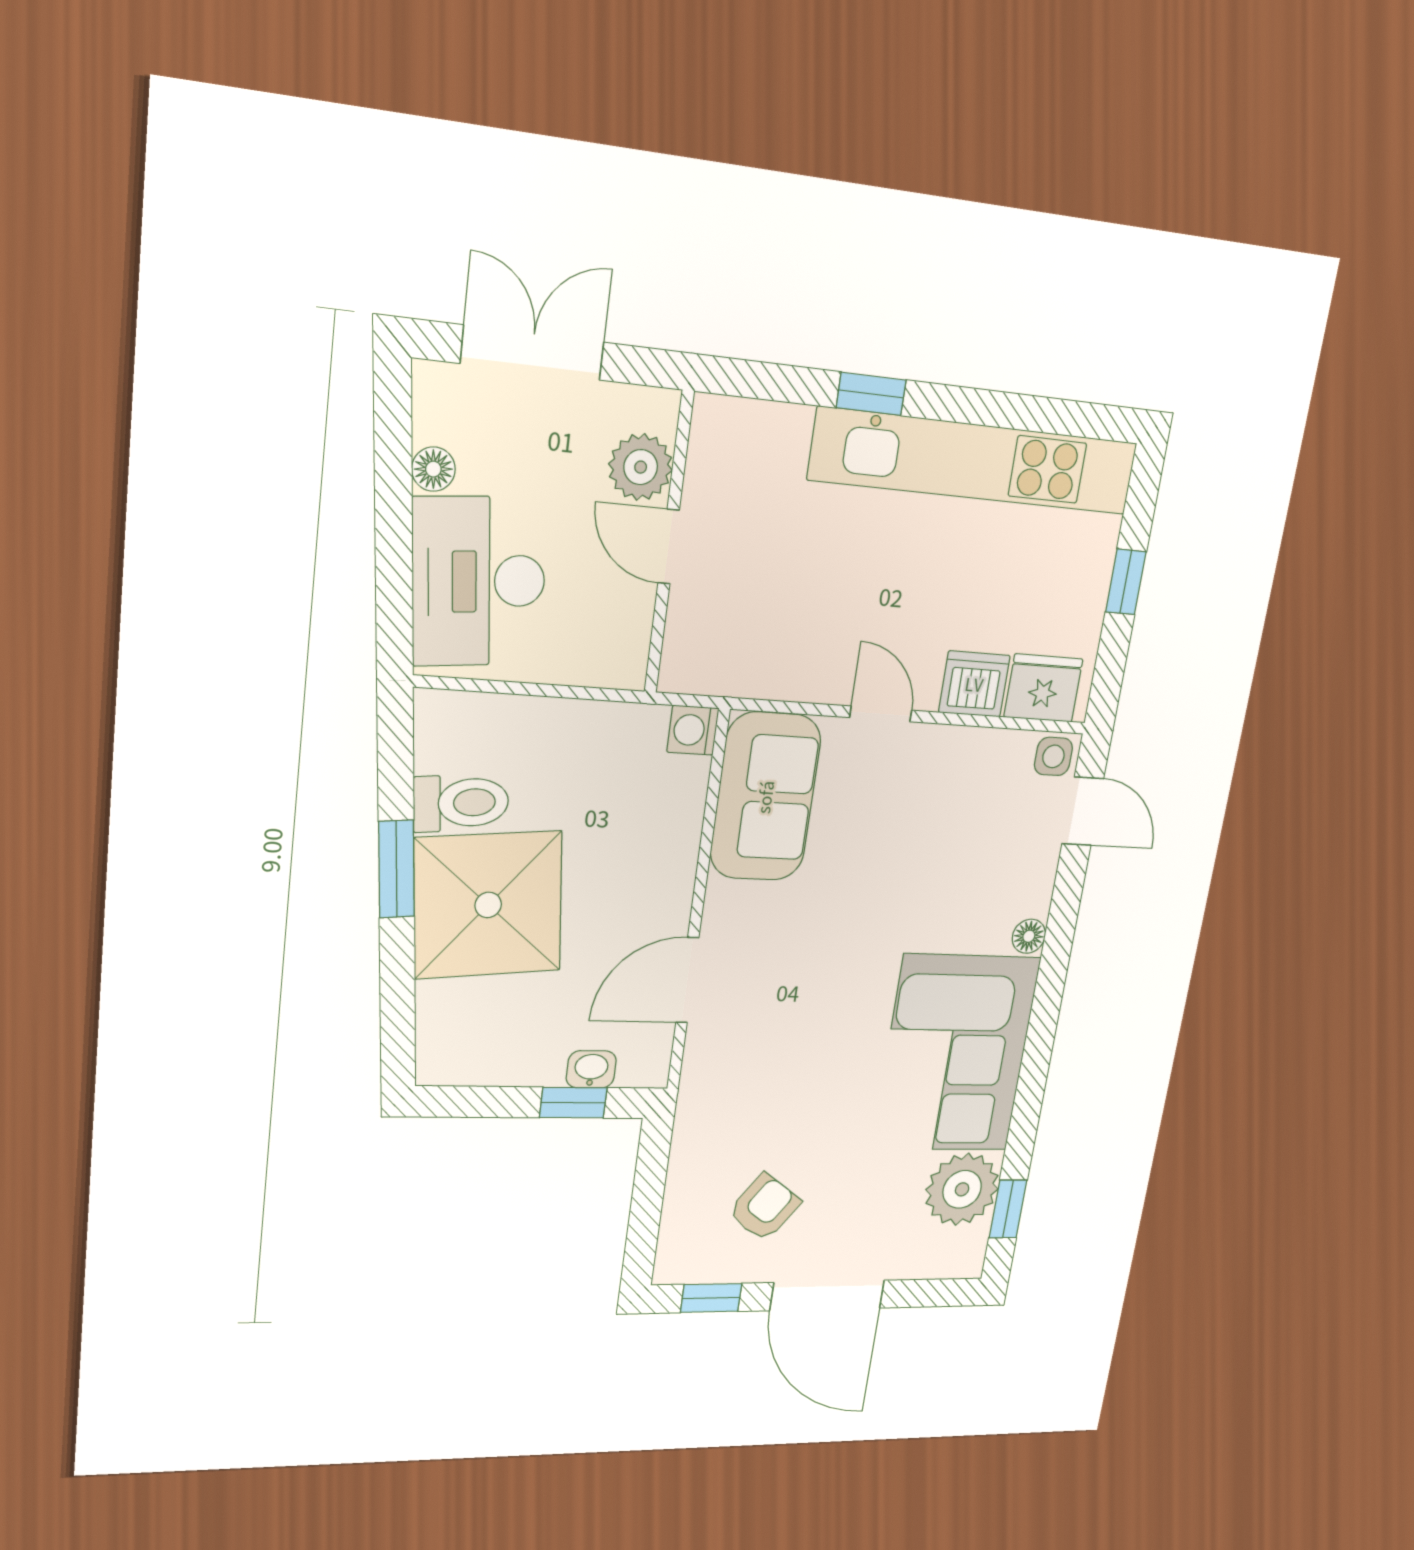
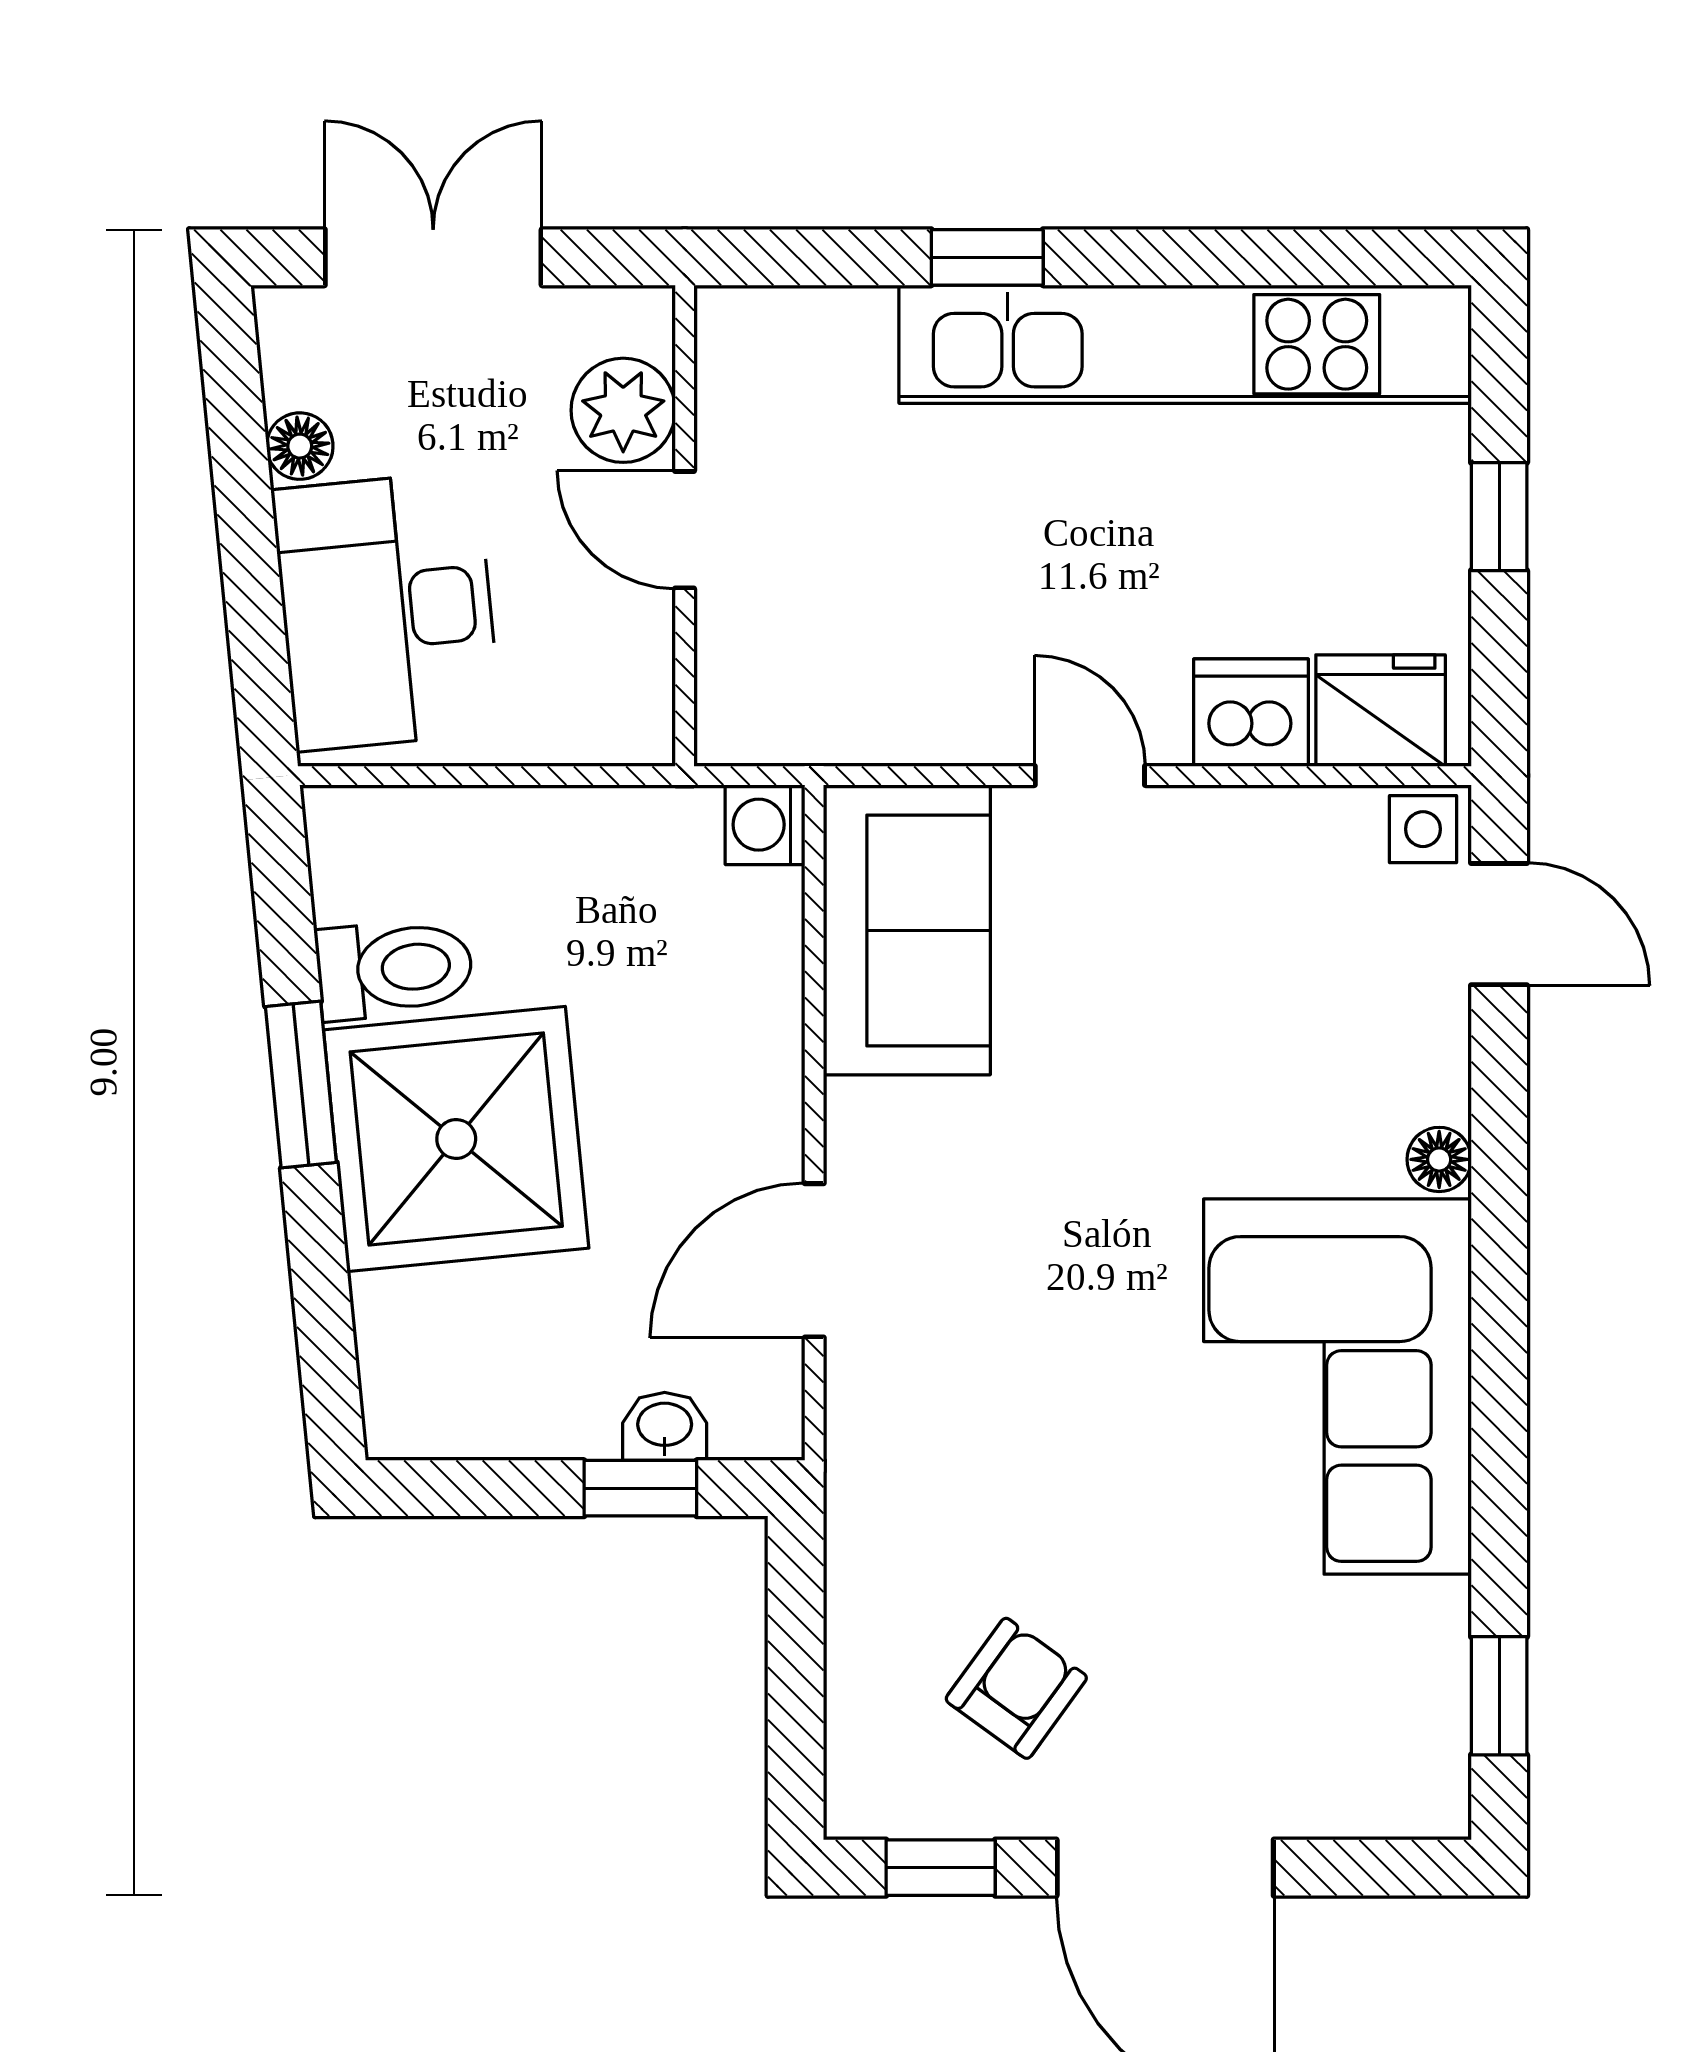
plant: (962, 1189) -> (1398, 1655), removed

